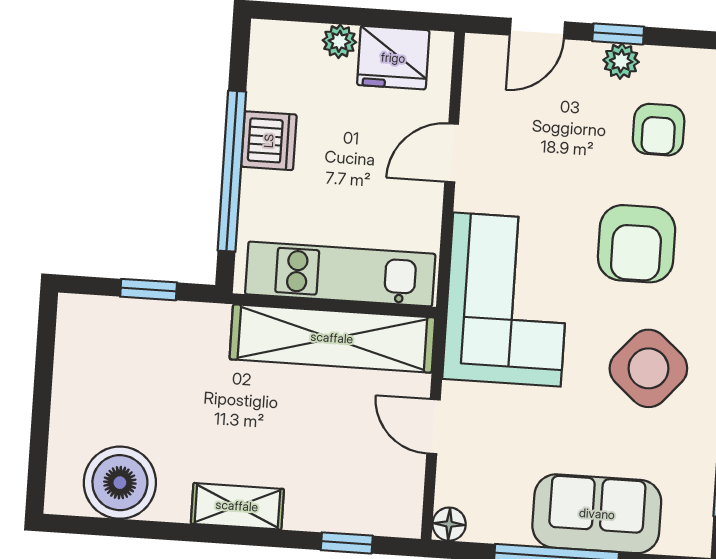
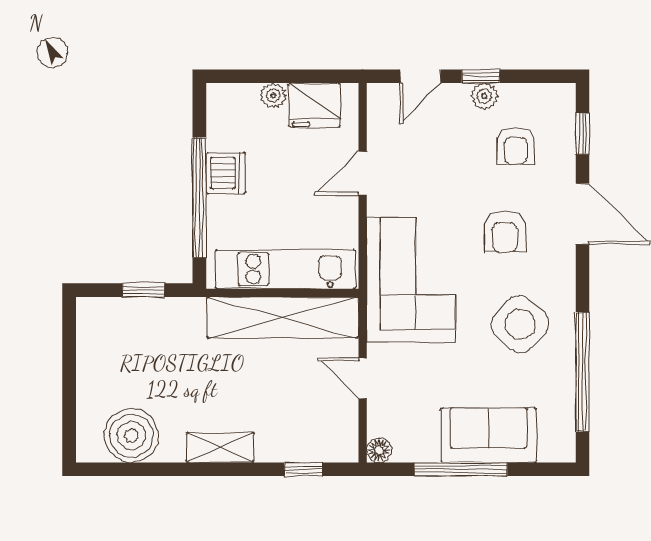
armchair: (637, 244) -> (505, 232), width x0.72, depth x0.72

